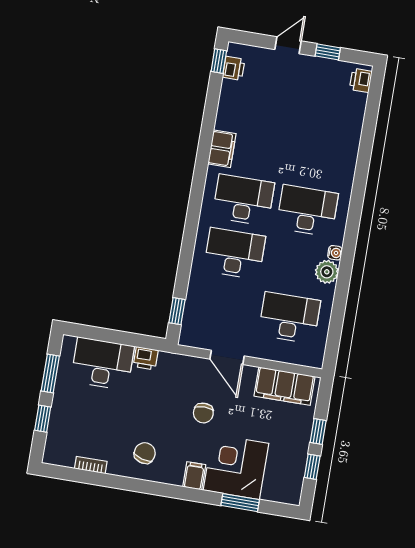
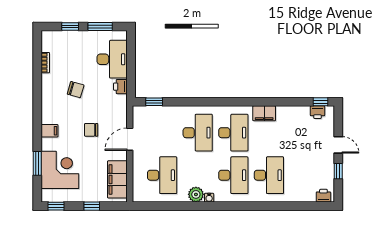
desk: (316, 157) -> (269, 175), added
chair: (145, 453) -> (76, 90), moved
corner desk: (236, 467) -> (60, 170), moved
window: (312, 467) -> (56, 206), moved

